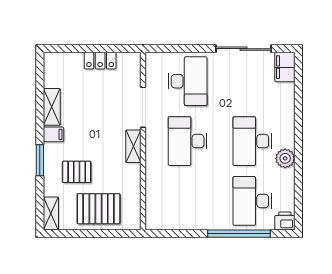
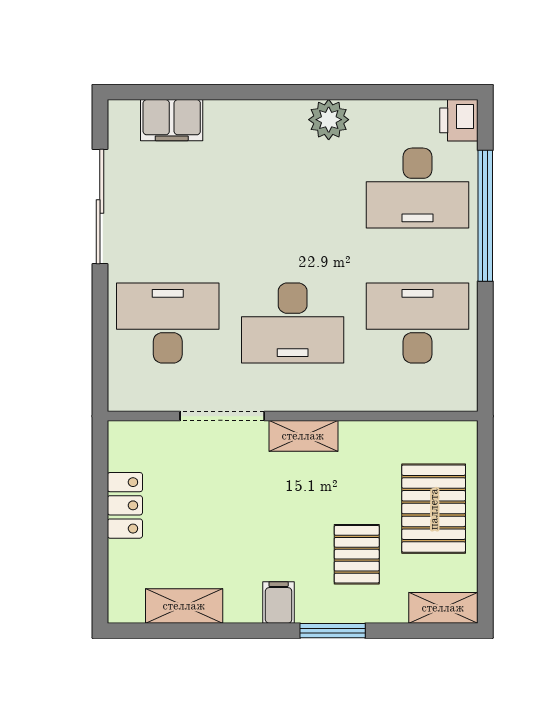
filing cabinet: (285, 67) -> (172, 120), moved
shelving: (52, 107) -> (184, 606), moved
desk: (252, 141) -> (417, 323), moved, turned 180

